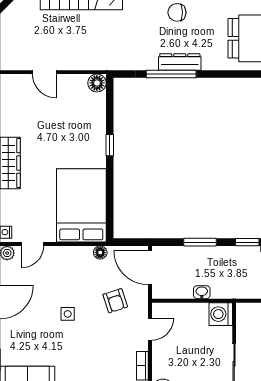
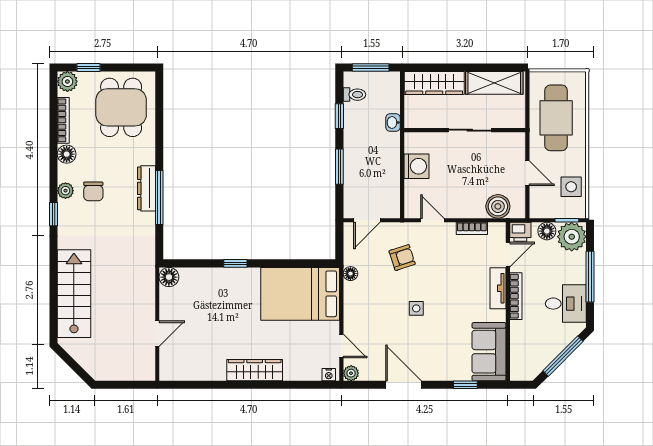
door: (150, 268) -> (367, 220), width x0.73
washbasin: (202, 292) -> (393, 122), moved
washing machine: (221, 314) -> (416, 166), moved, turned -90

